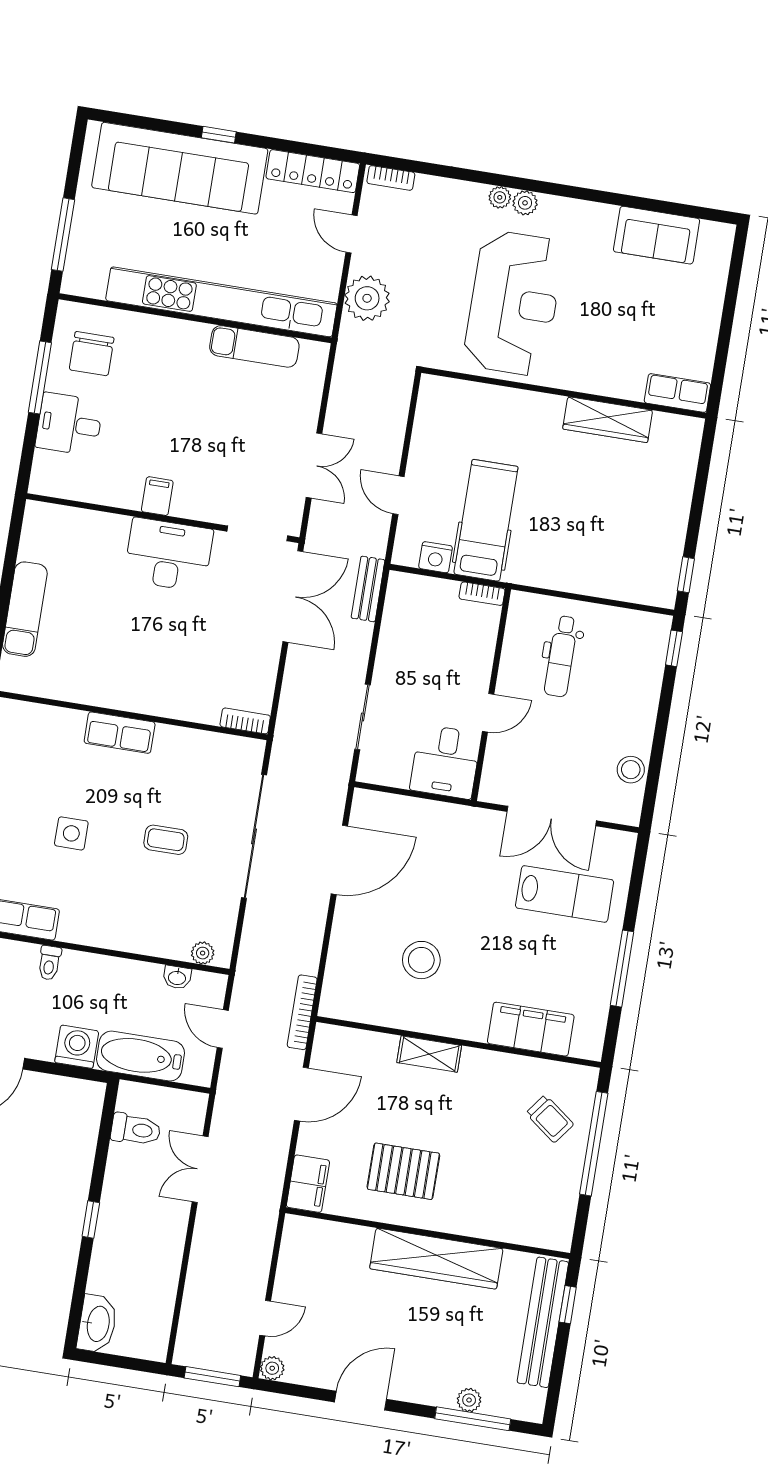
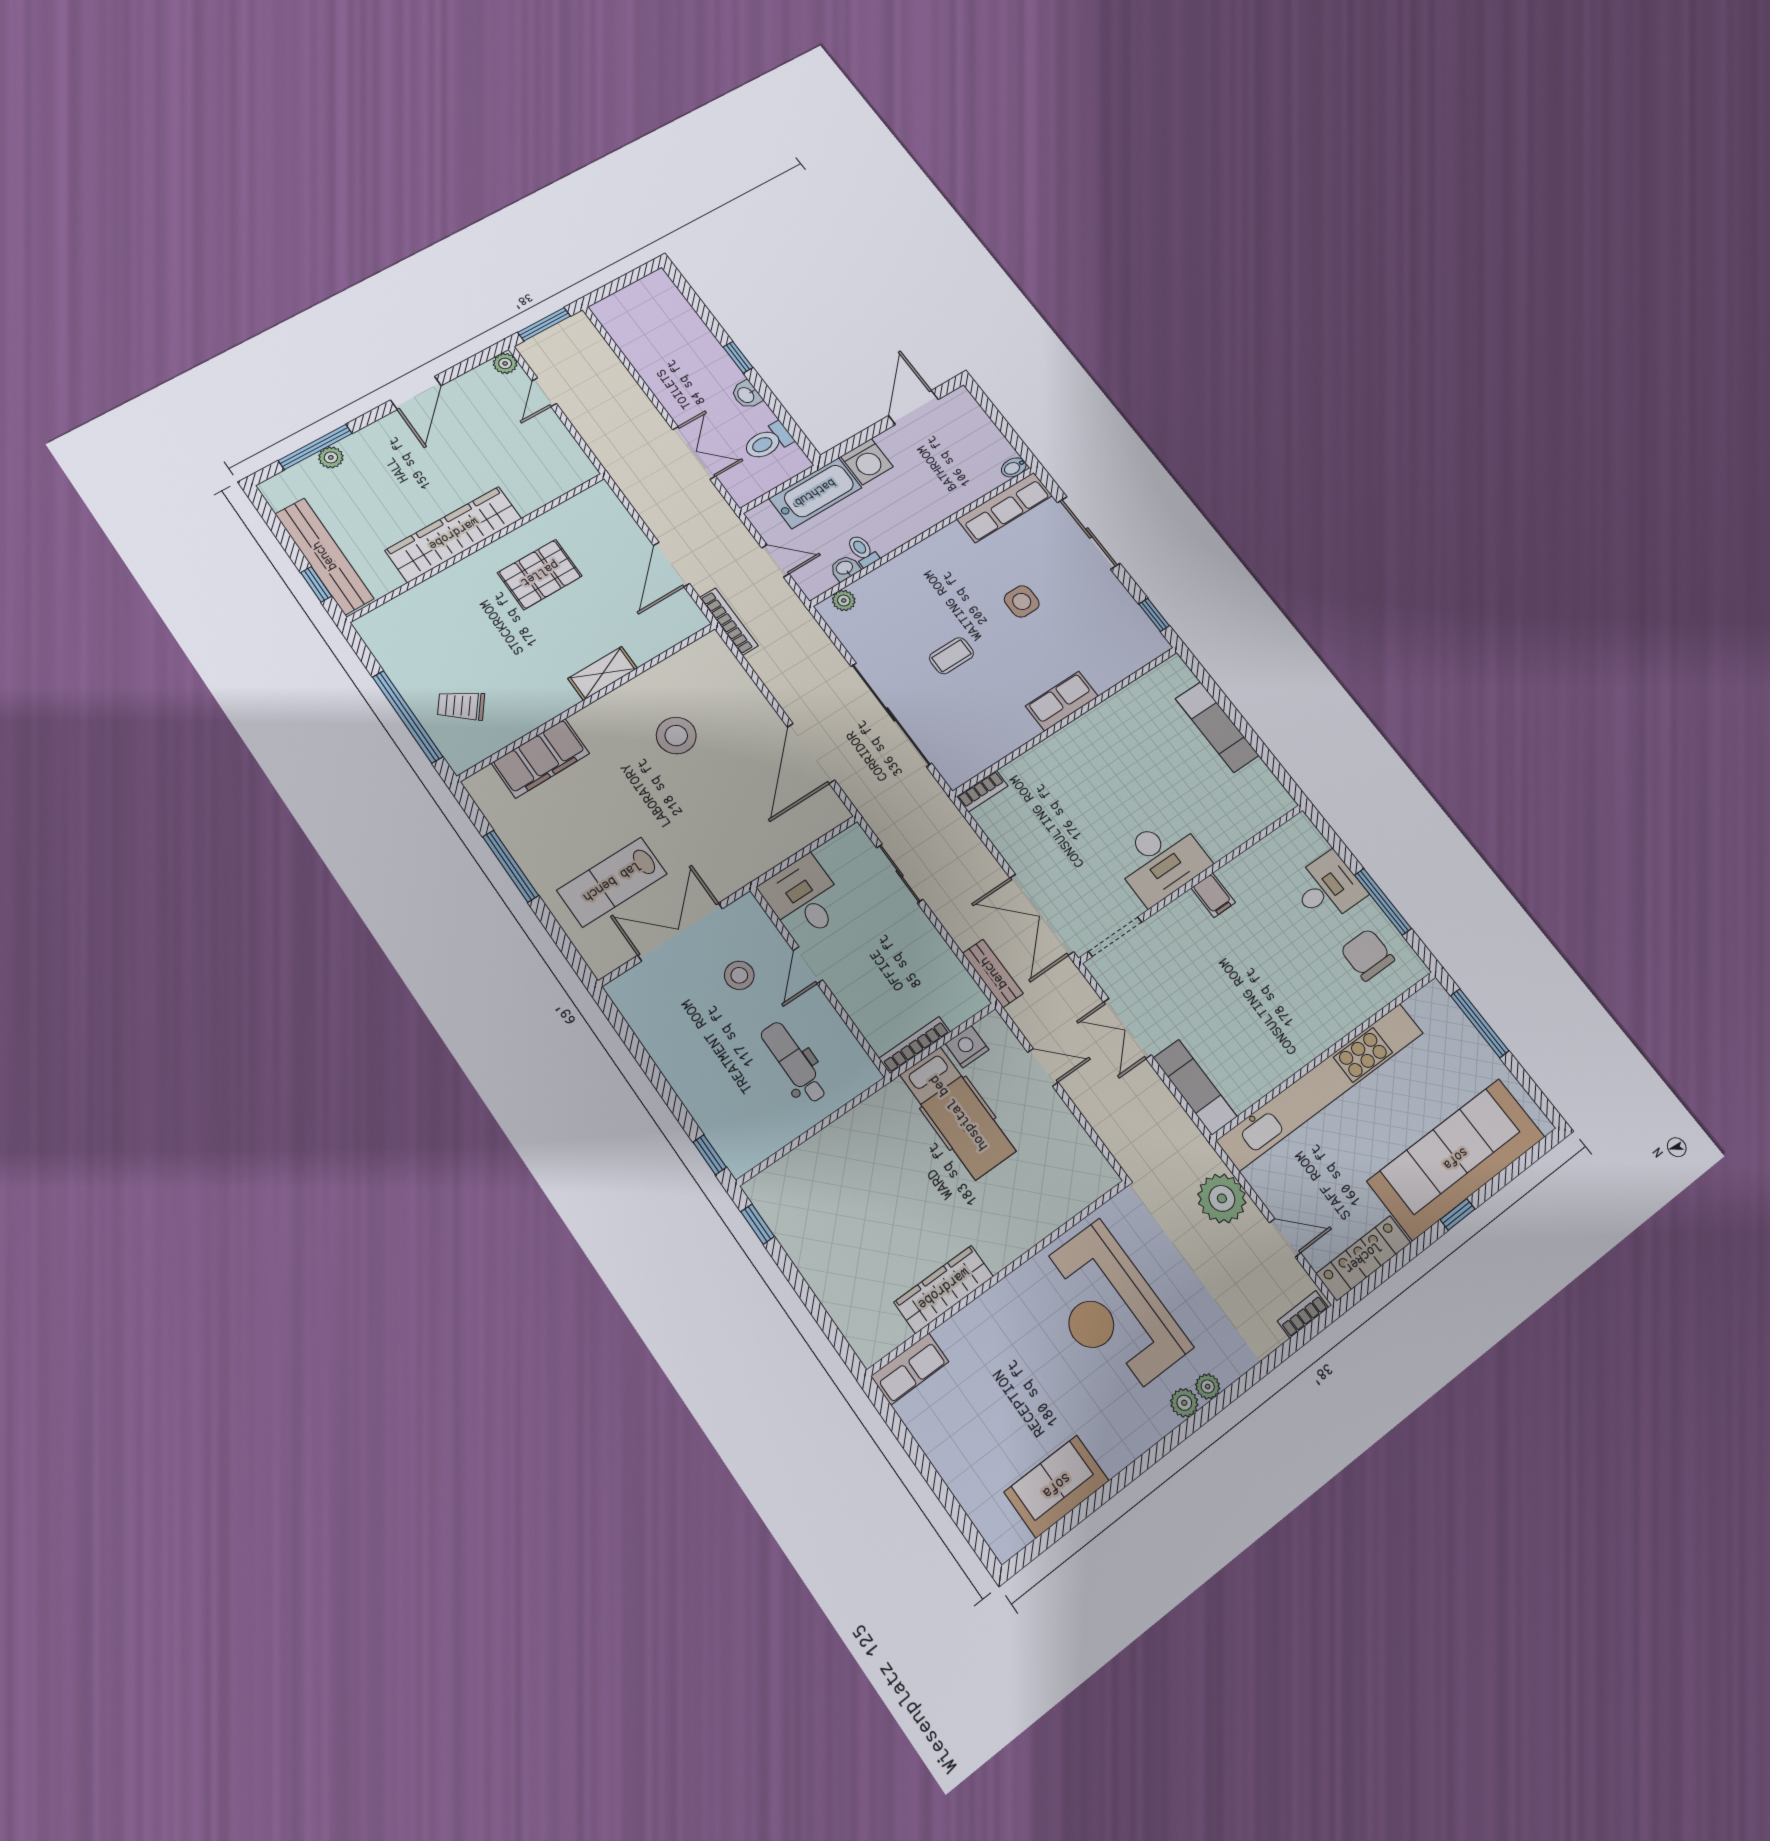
exam couch: (254, 346) -> (1195, 1087), moved, turned 90
bookcase: (482, 594) -> (915, 1045), width x1.56
stool: (631, 770) -> (739, 975), moved
toilet: (49, 963) -> (862, 551), moved
filing cabinet: (308, 1184) -> (604, 507), removed
washbasin: (97, 1324) -> (746, 395), moved, width x0.52, depth x0.69

